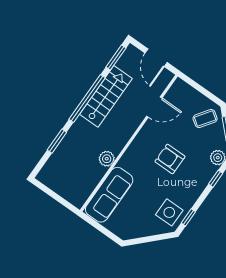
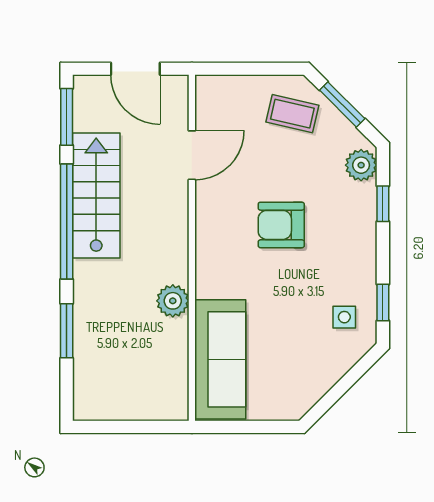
coffee table: (205, 119) -> (292, 114), turned 68
side table: (169, 212) -> (344, 317), width x0.54, depth x0.54

